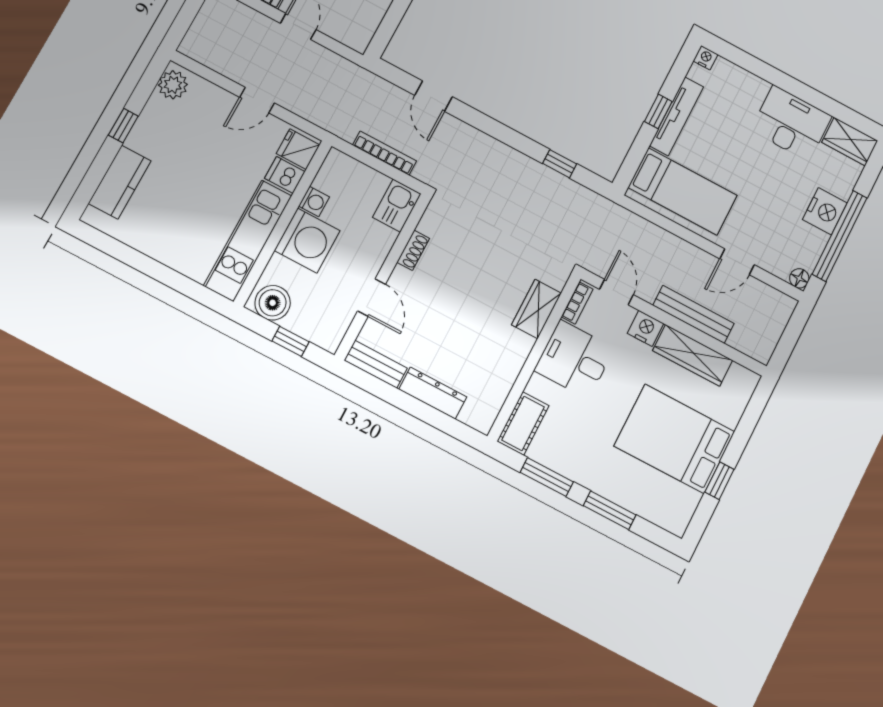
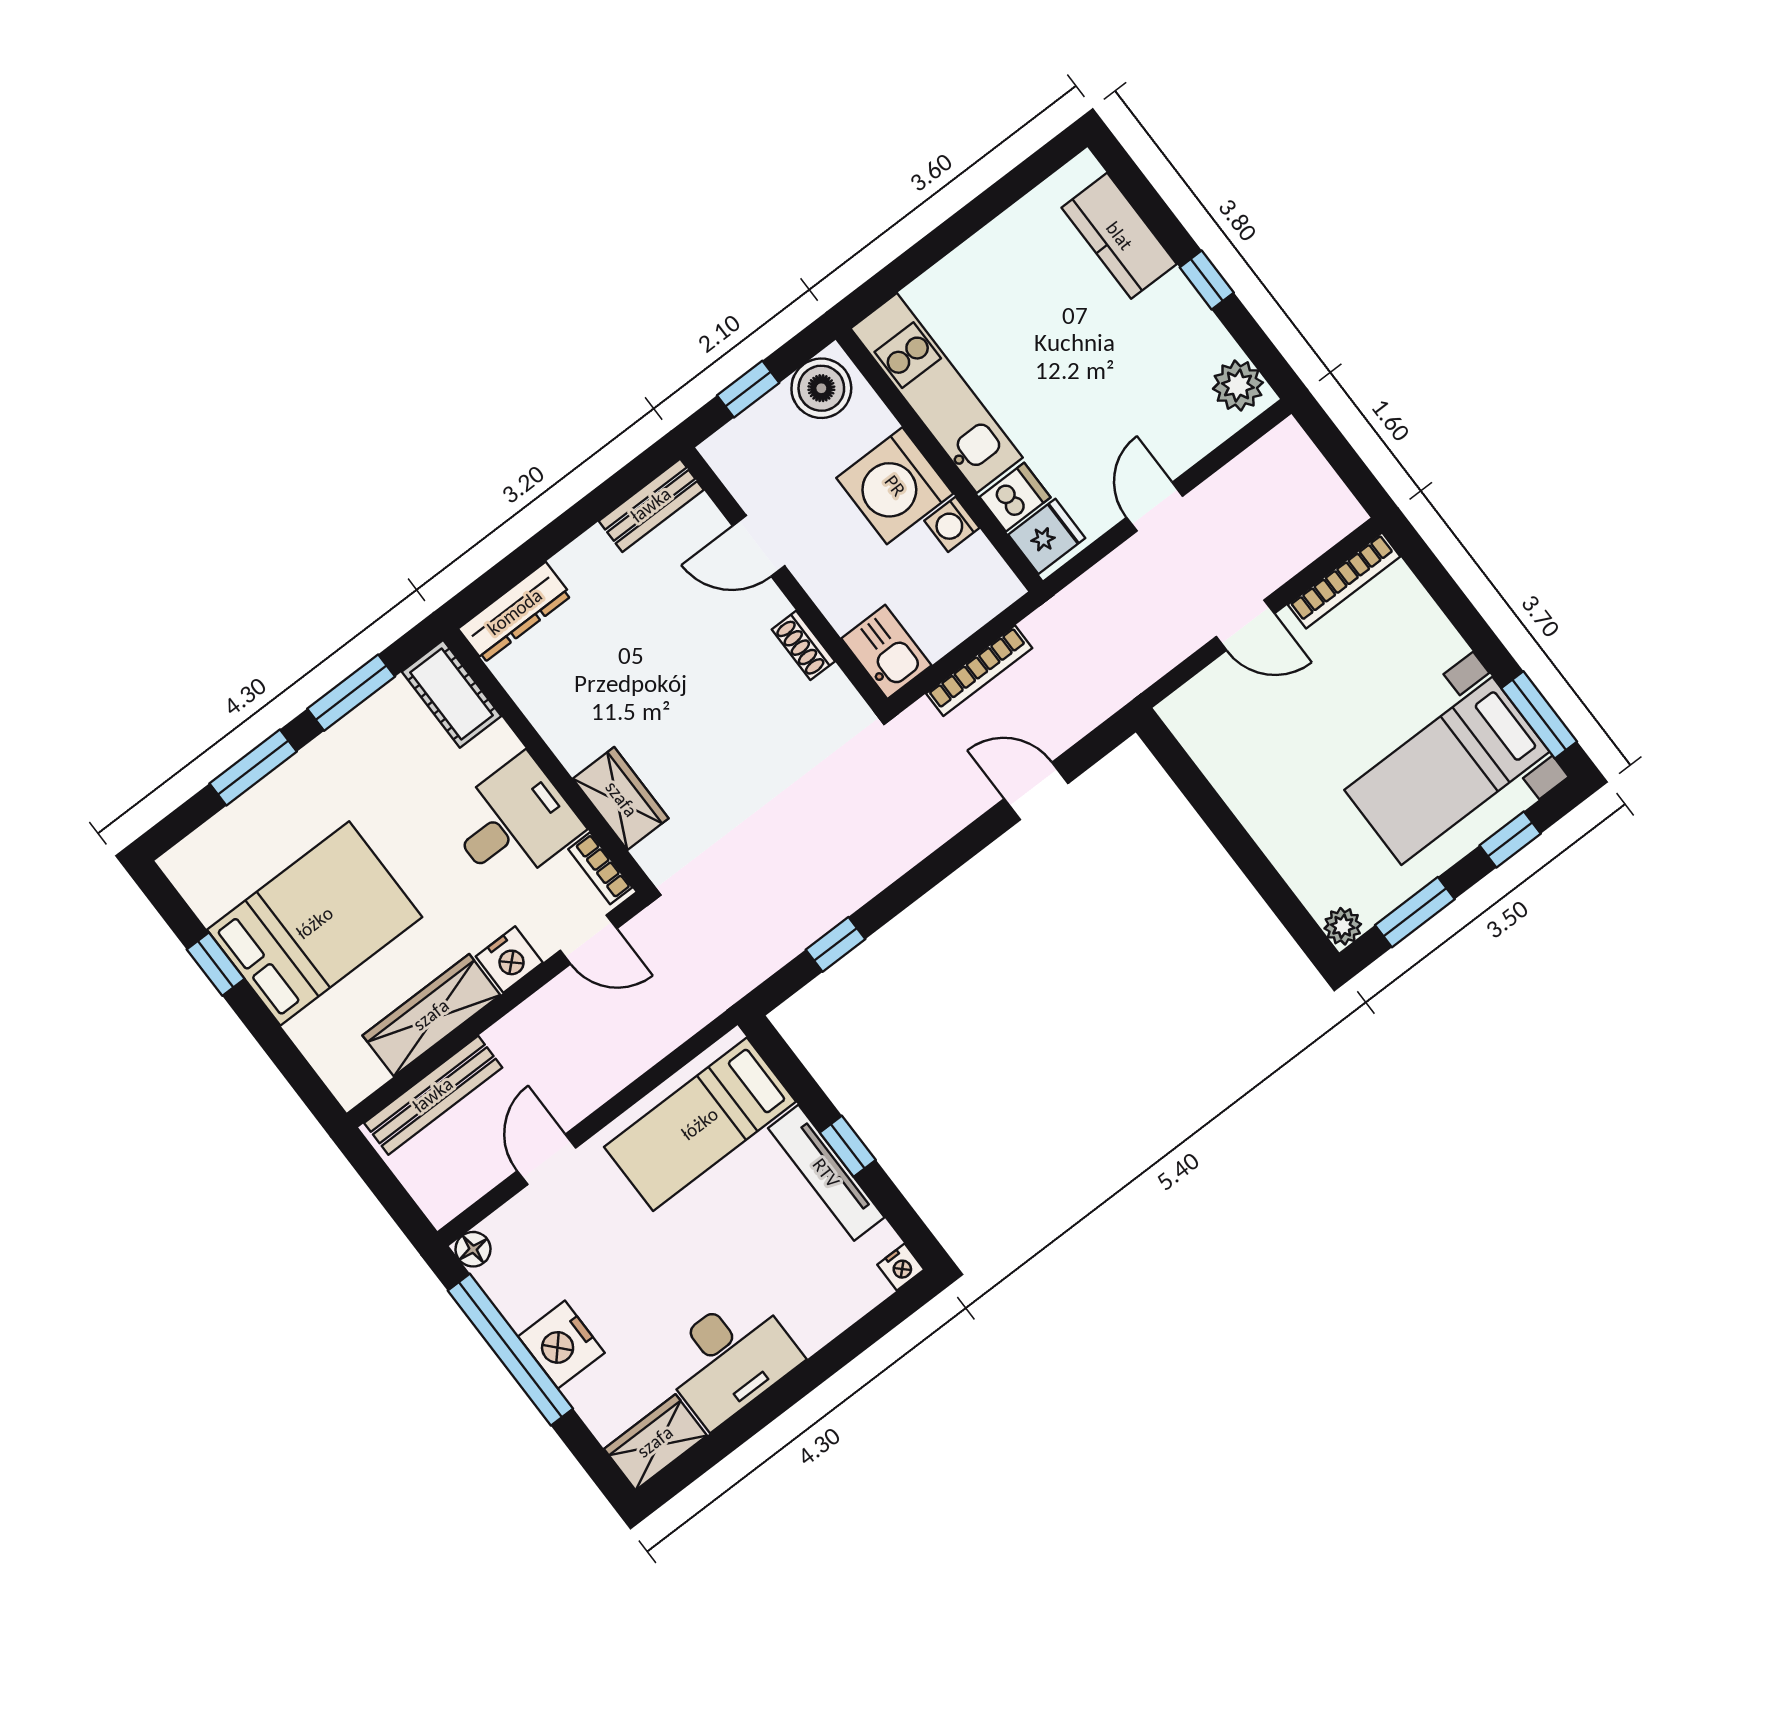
bench: (693, 314) -> (433, 1095), moved
dresser: (433, 393) -> (515, 612), moved

